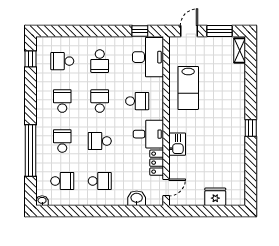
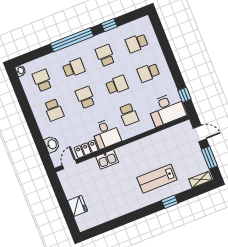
window: (31, 59) -> (109, 25), moved
school desk: (62, 61) -> (137, 43), turned -90
lab bench: (188, 88) -> (157, 179), moved
school desk: (62, 101) -> (105, 56), turned -90
window: (251, 128) -> (170, 202), moved
window: (31, 151) -> (72, 40), moved
school desk: (62, 181) -> (42, 80), turned 180
door: (166, 187) -> (70, 164), swing flipped

